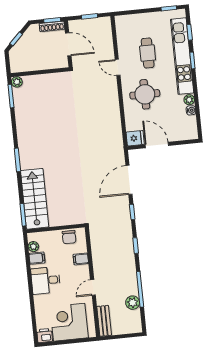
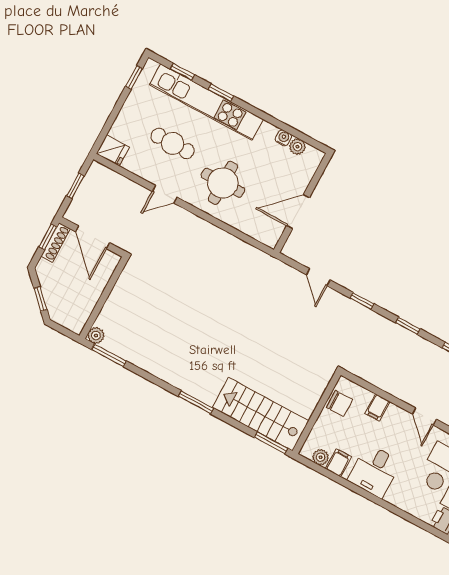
door: (68, 44) -> (93, 237), swing flipped
plant: (189, 100) -> (297, 147), moved
fridge: (135, 138) -> (113, 150), moved, turned 90
door: (129, 180) -> (318, 277), width x0.53

